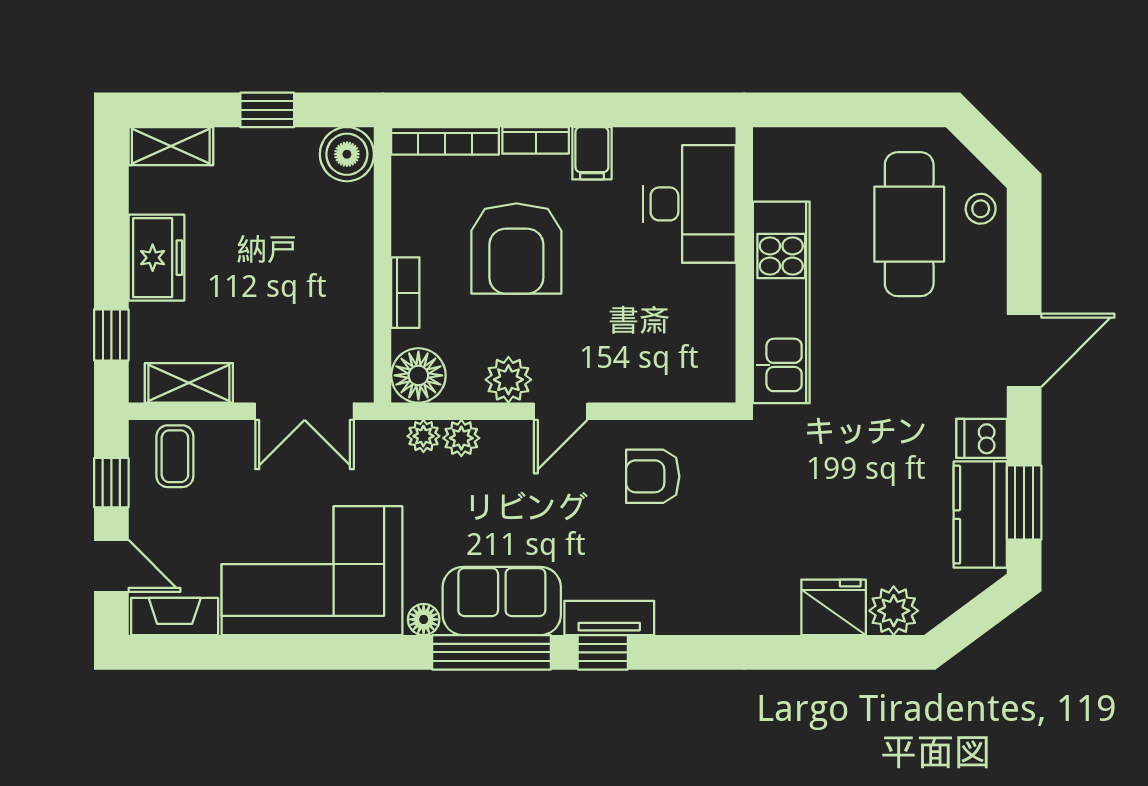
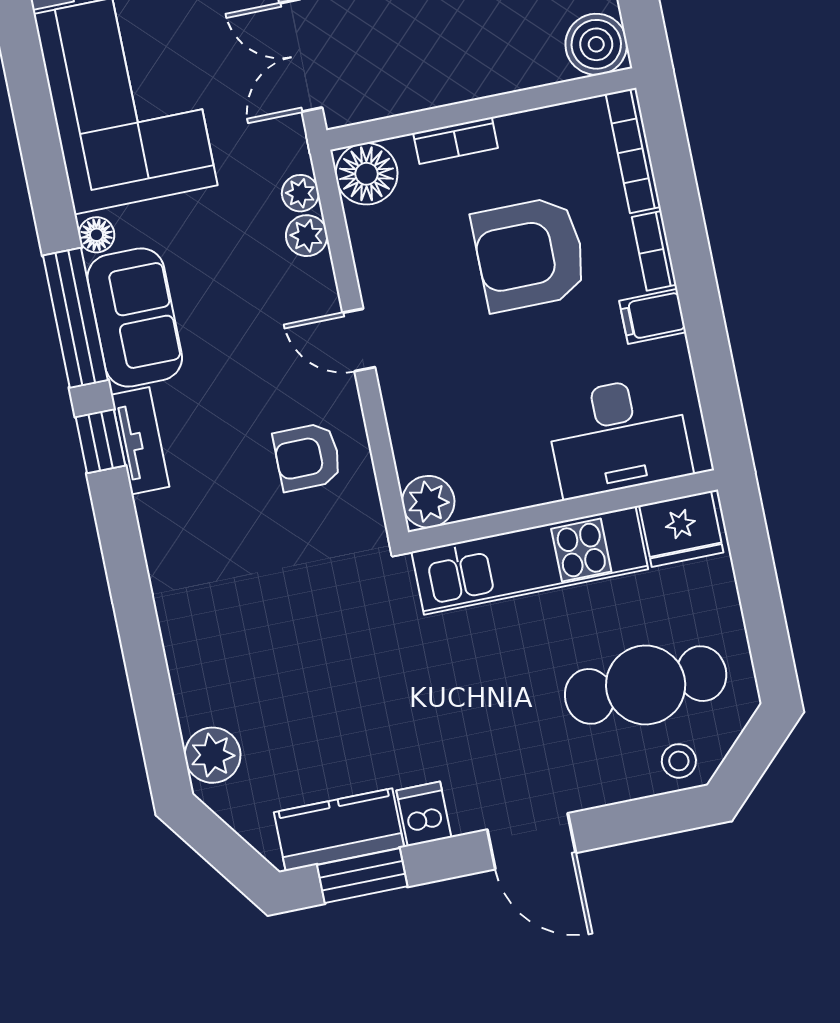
plant: (508, 380) -> (428, 502), moved
armchair: (653, 476) -> (307, 457), turned -90
fridge: (834, 607) -> (681, 529), moved, turned 90

